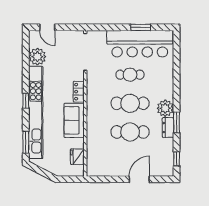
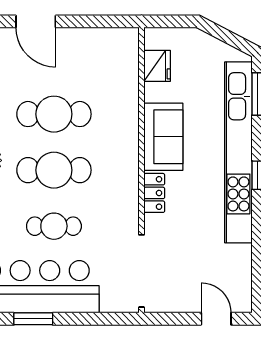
plant: (37, 57) -> (235, 262), removed
door: (139, 179) -> (36, 21), hinge flipped

